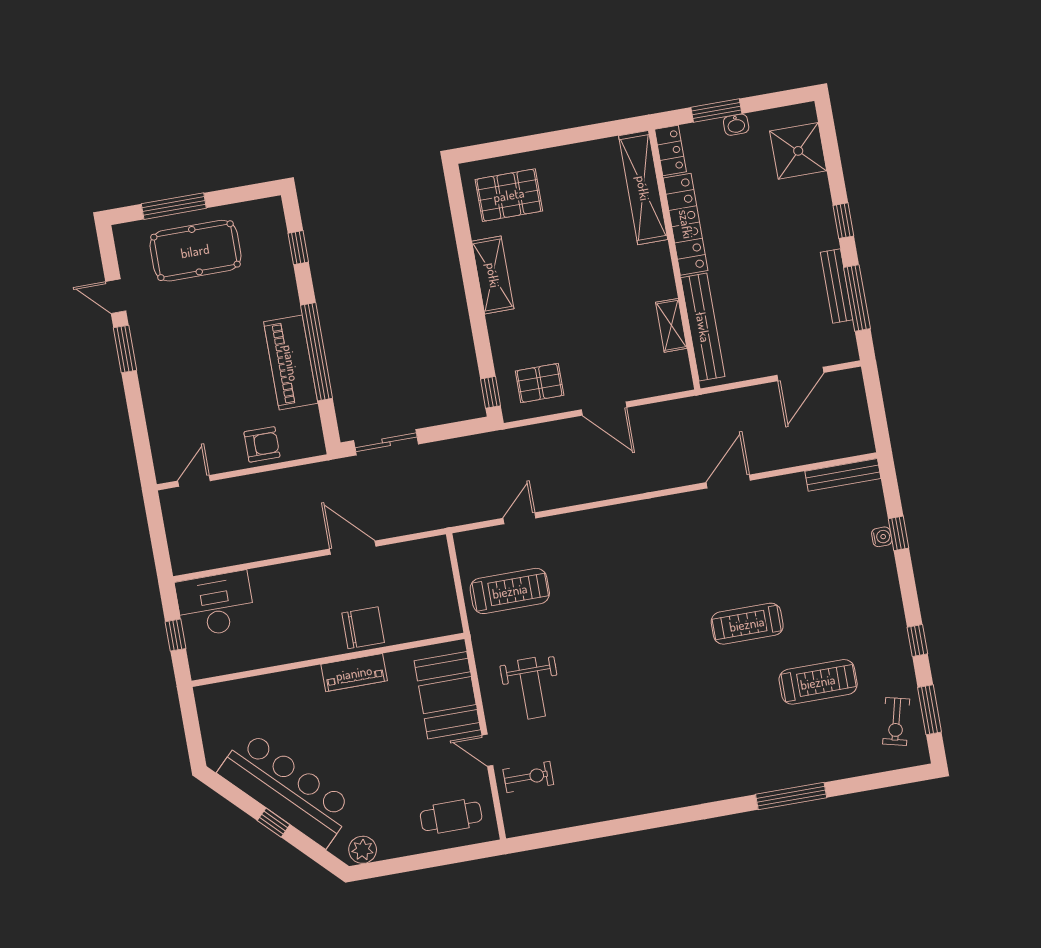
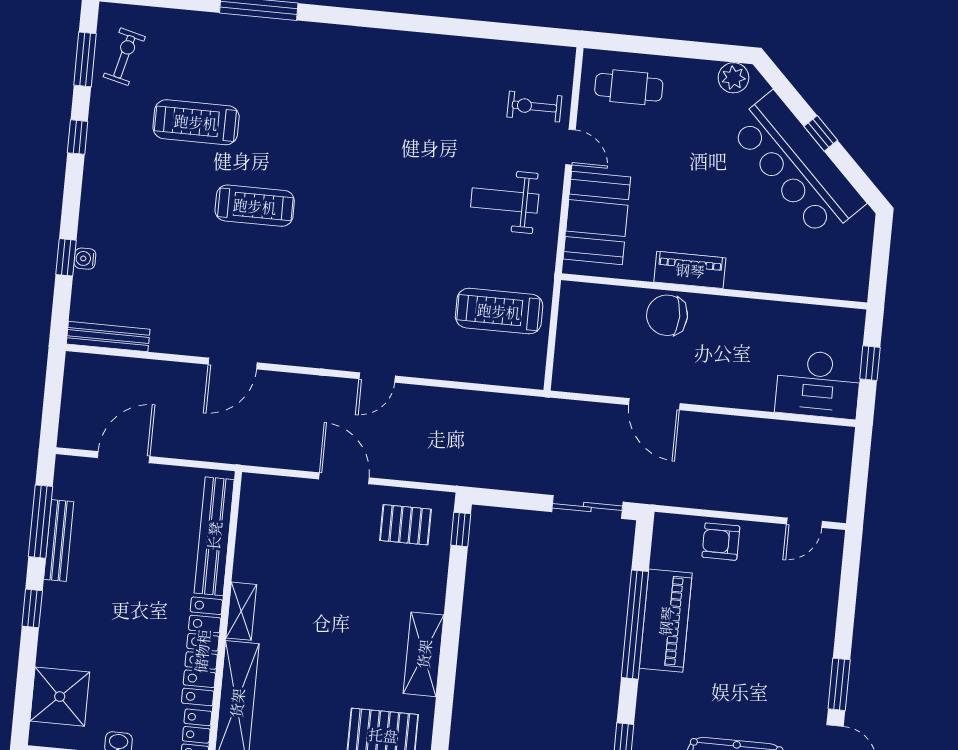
shelving: (671, 325) -> (241, 611), moved
door: (519, 518) -> (377, 377), moved
weight bench: (531, 688) -> (505, 201), turned -90

